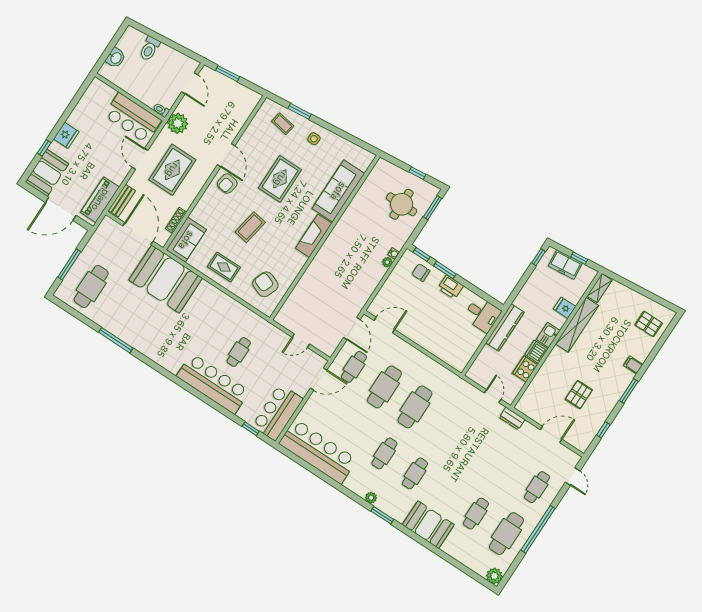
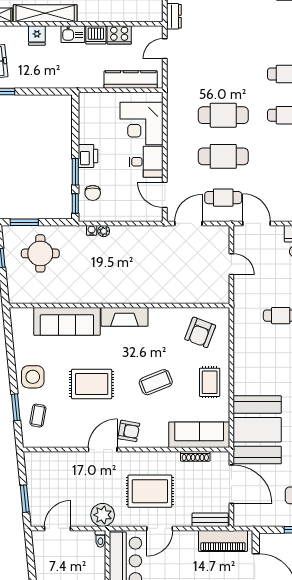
side table: (314, 139) -> (33, 377), width x1.87, depth x1.87
coffee table: (250, 227) -> (156, 382), turned -32
door: (138, 234) -> (231, 484), swing flipped
sofa: (186, 240) -> (199, 435), width x1.36
desk: (482, 314) -> (146, 162), moved, turned 90
kitchen counter: (505, 328) -> (131, 80), moved
corner desk: (449, 342) -> (142, 123), added

